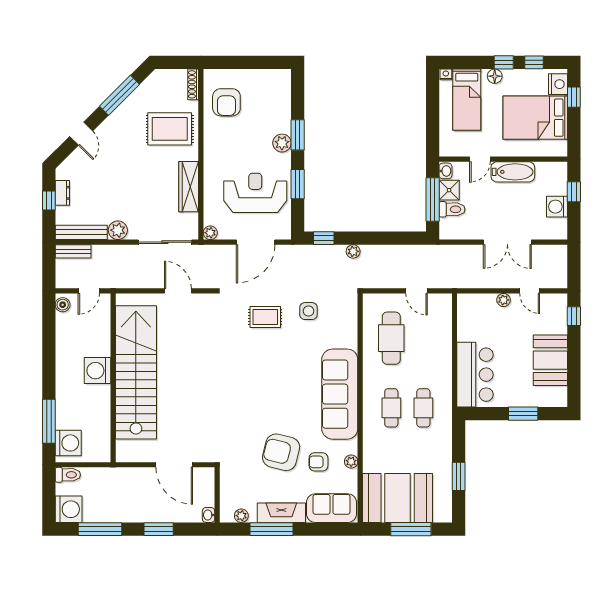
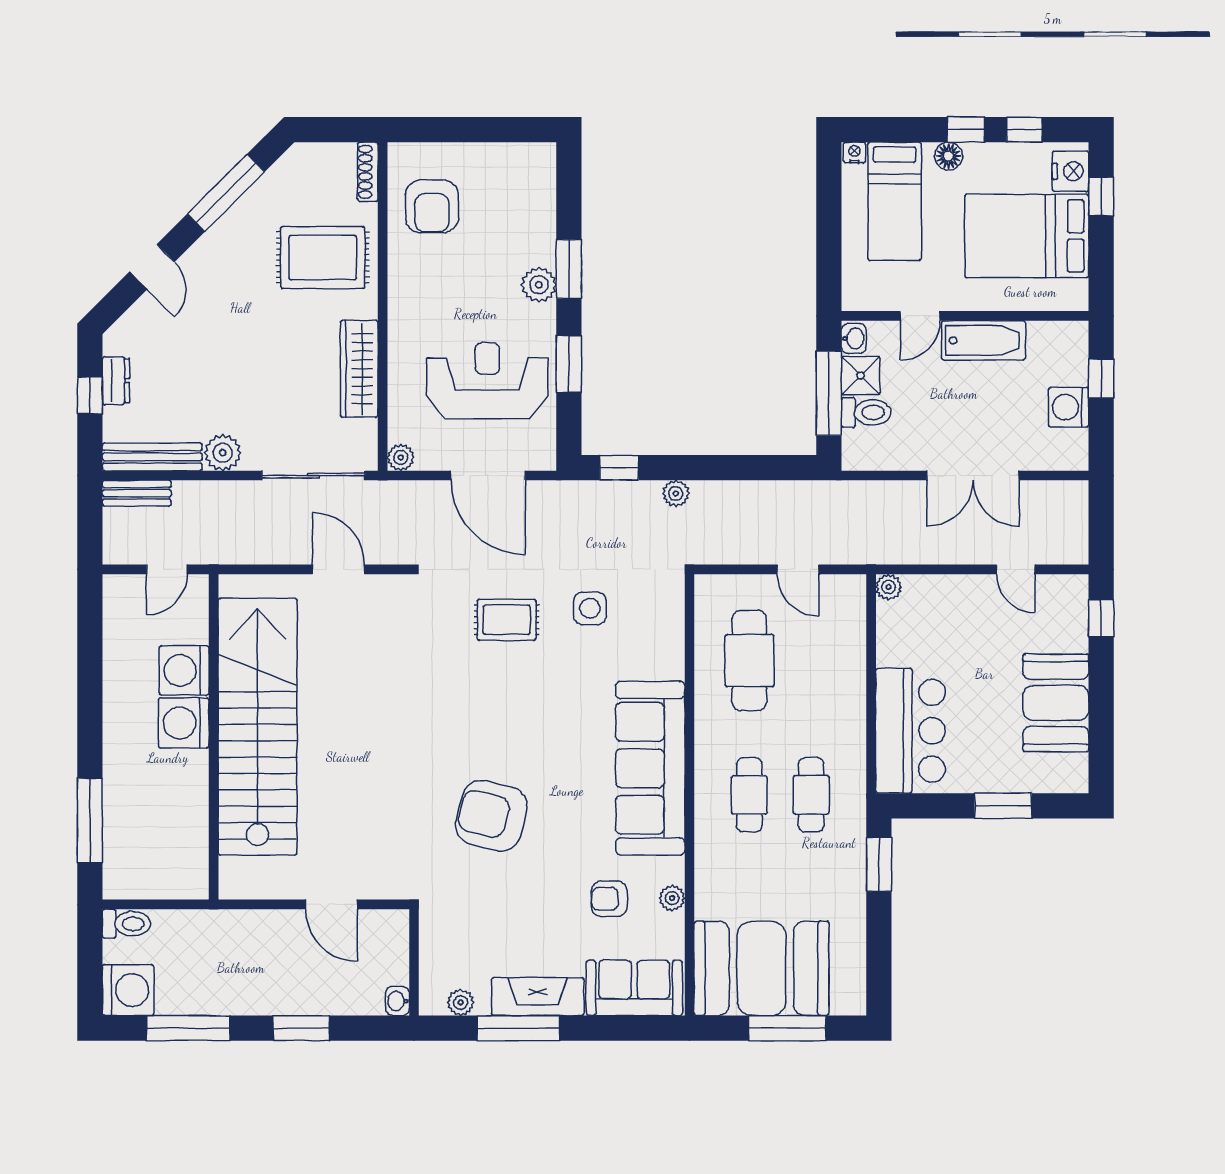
door: (256, 242) -> (488, 476), hinge flipped
plant: (503, 300) -> (889, 587), moved
boiler: (63, 305) -> (116, 596), removed
washing machine: (68, 443) -> (184, 670), moved, turned 180
armchair: (281, 452) -> (491, 816), moved
door: (174, 465) -> (331, 904), width x0.73
window: (459, 476) -> (879, 864), moved

